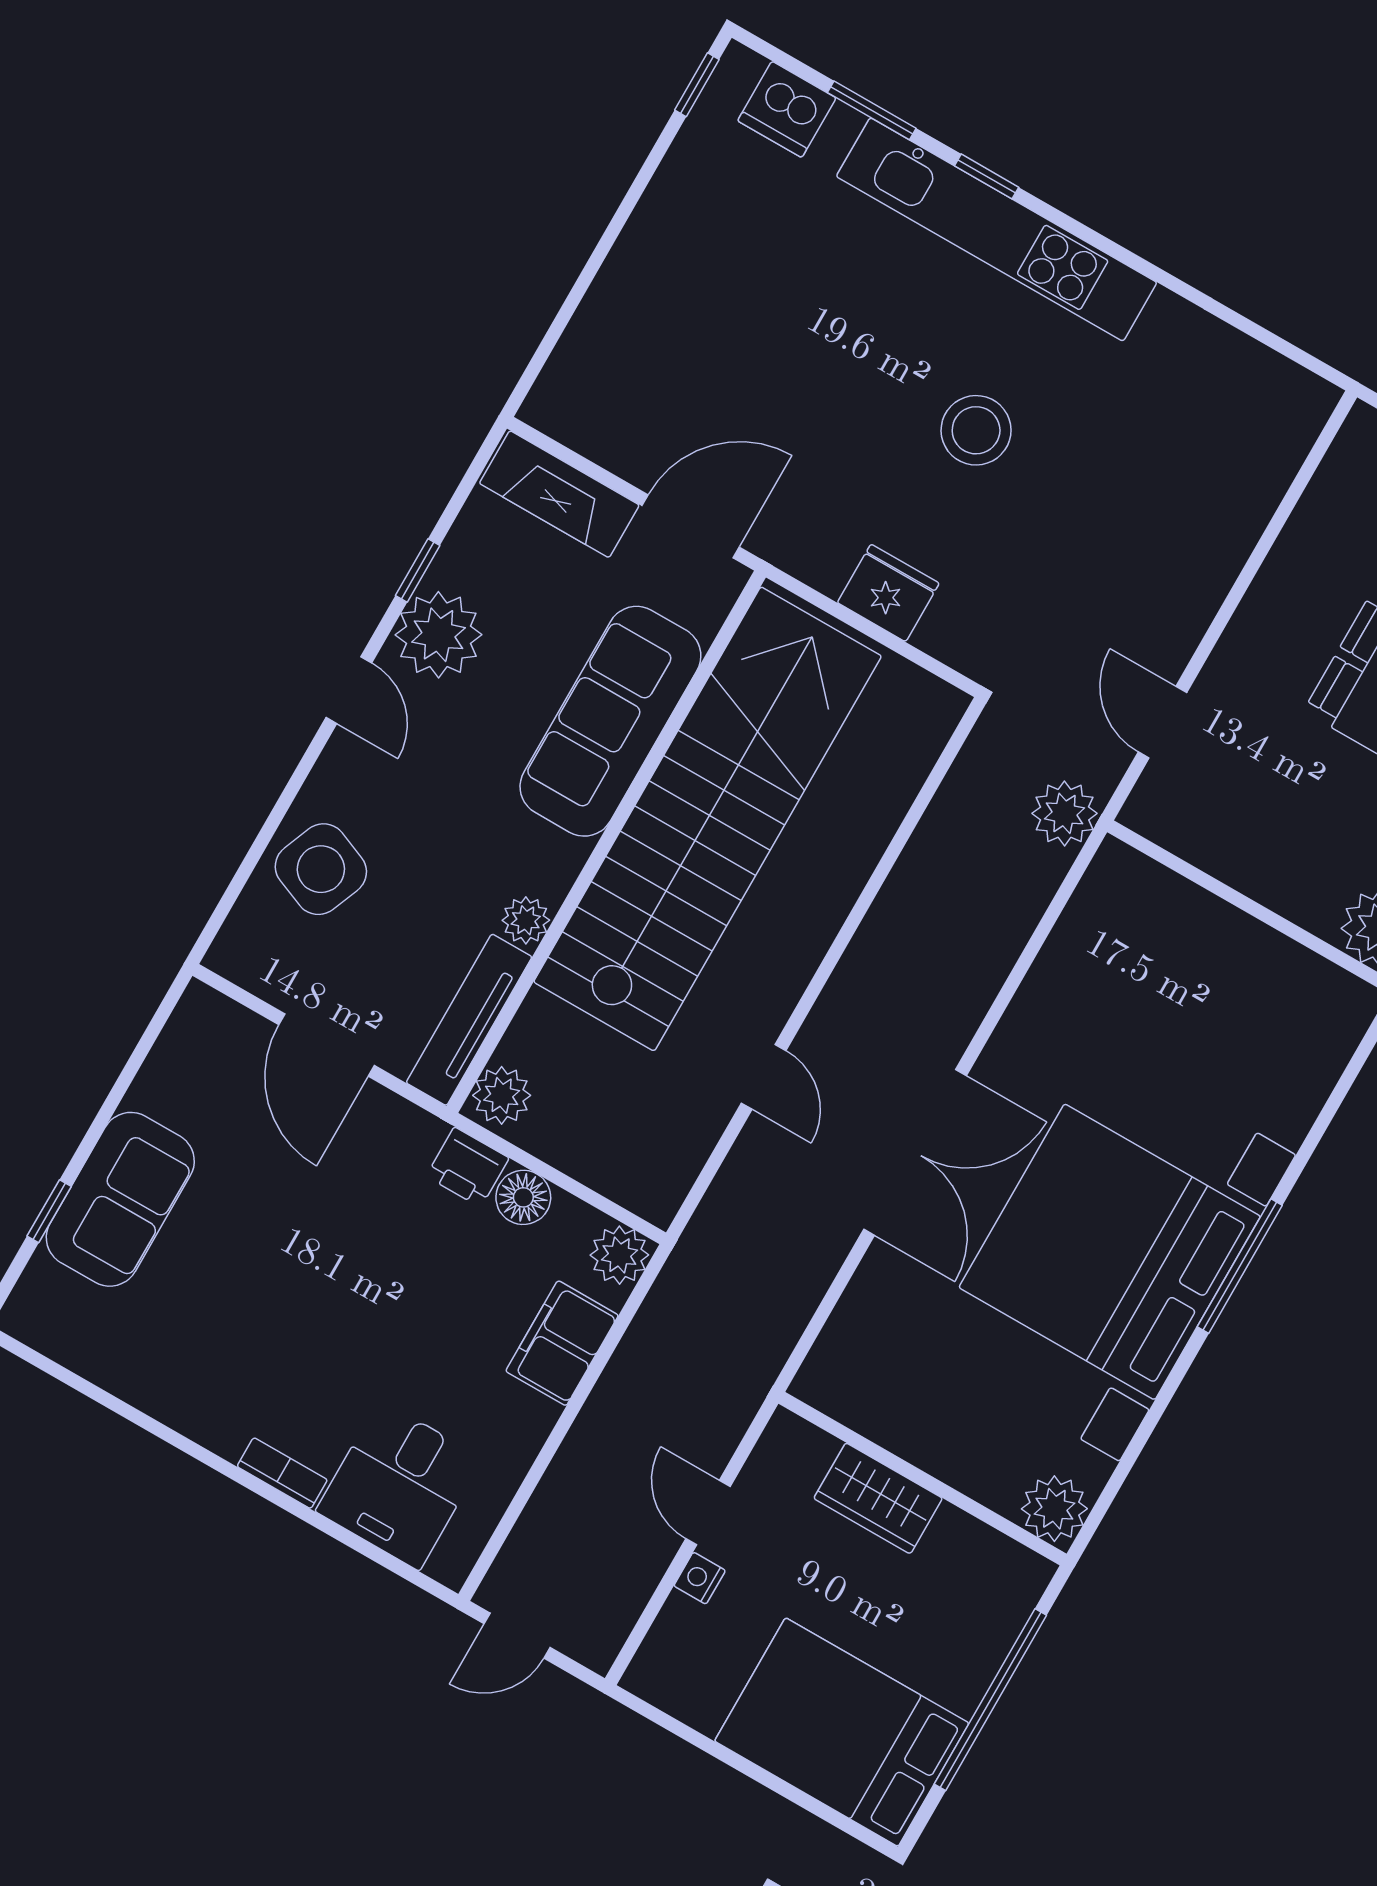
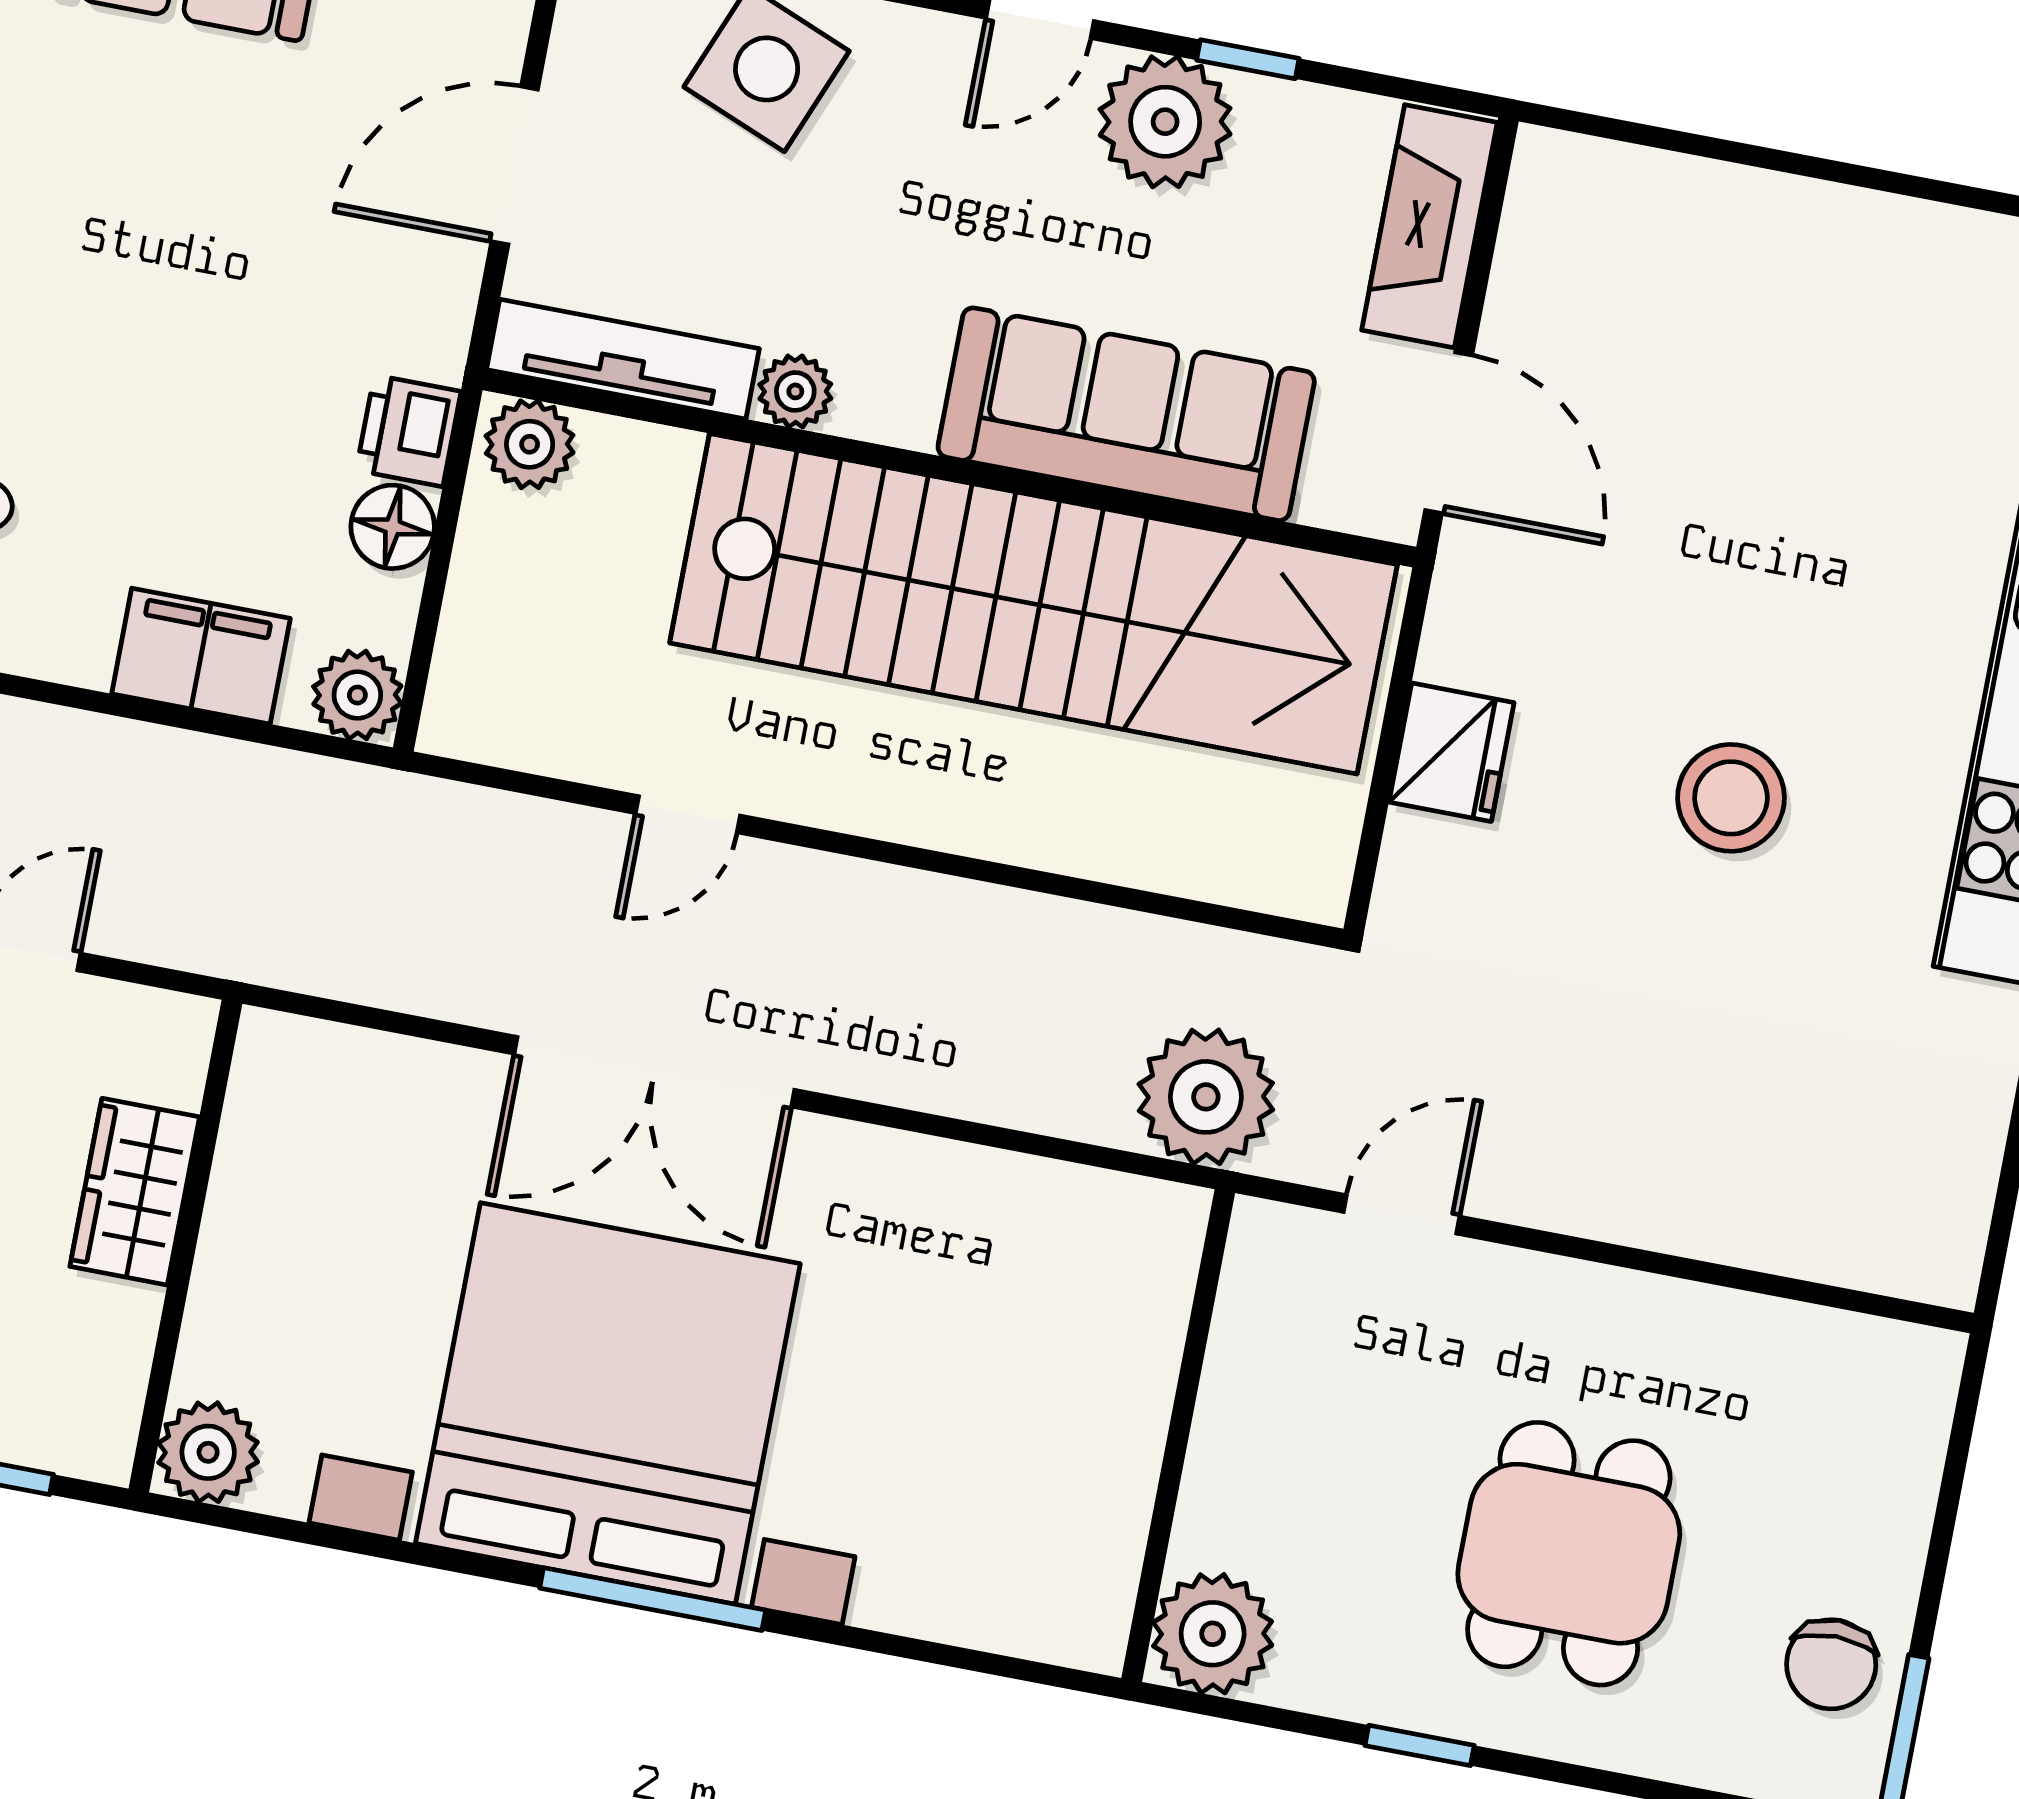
plant: (1065, 813) -> (1206, 1097), width x1.36, depth x1.36

